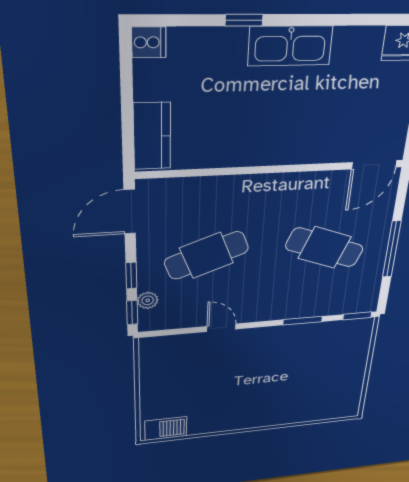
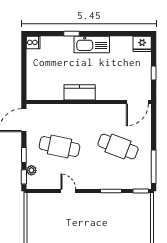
kitchen counter: (152, 136) -> (80, 92), moved, turned -90
window: (392, 249) -> (154, 167), moved
cafe table: (207, 255) -> (59, 147), turned 33

